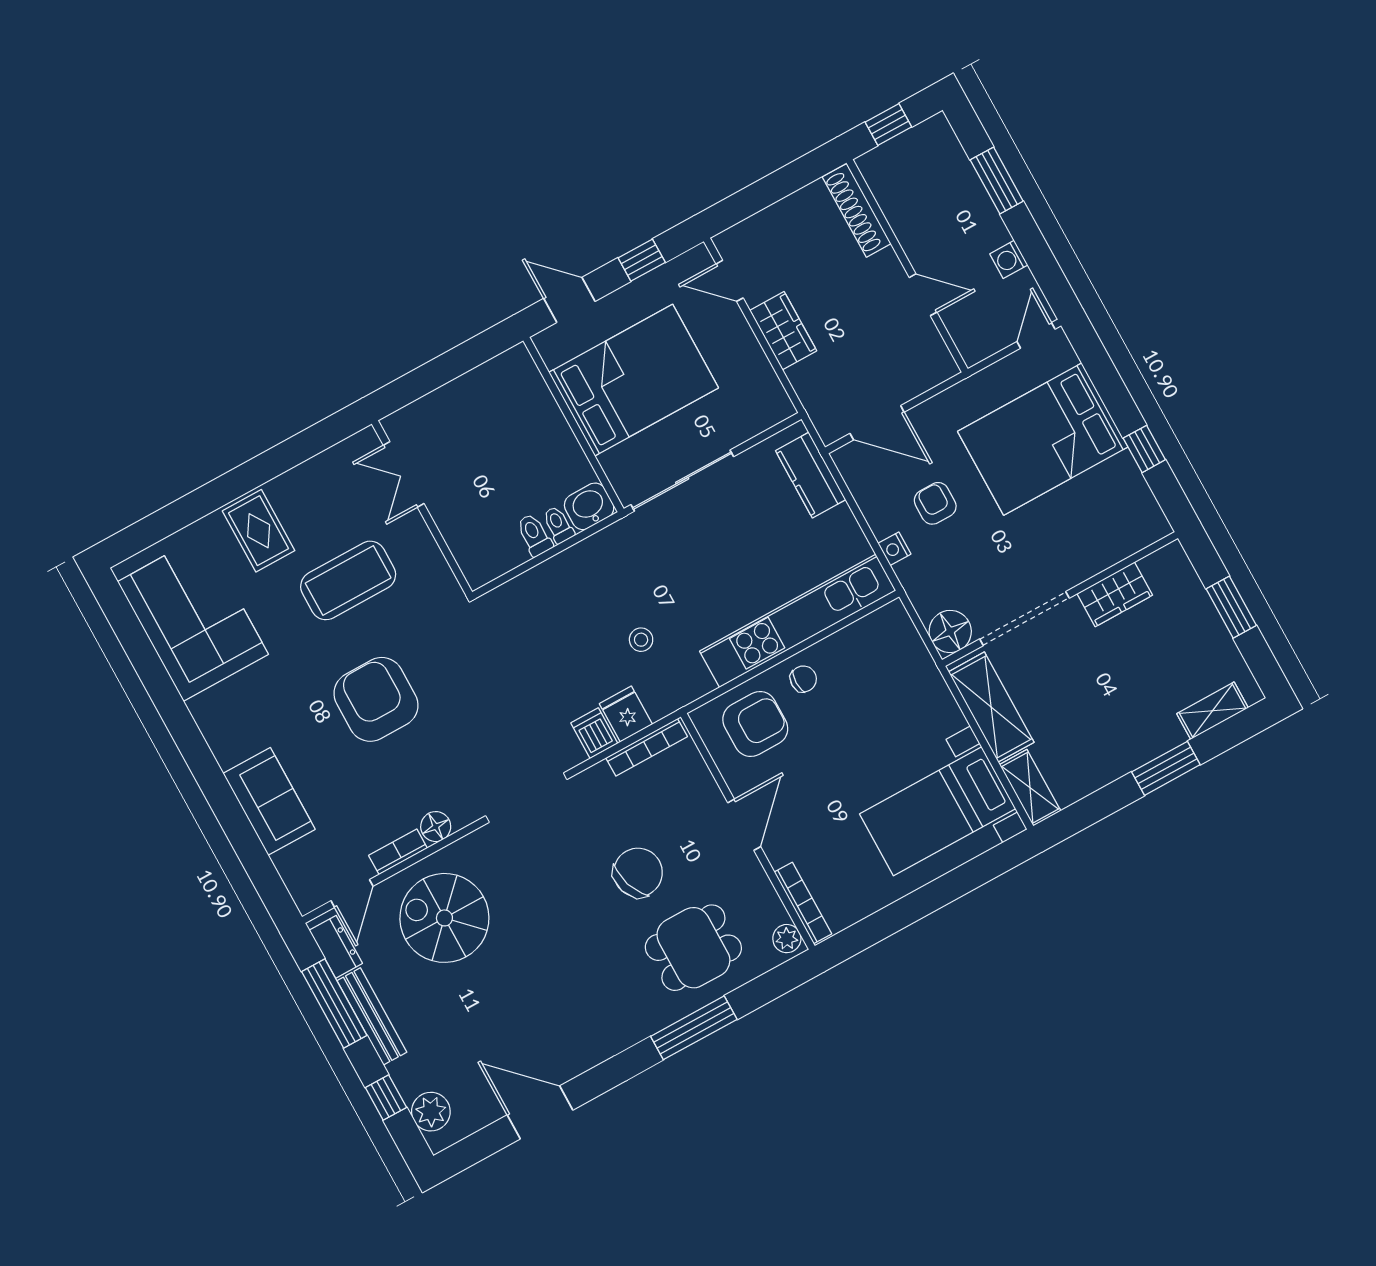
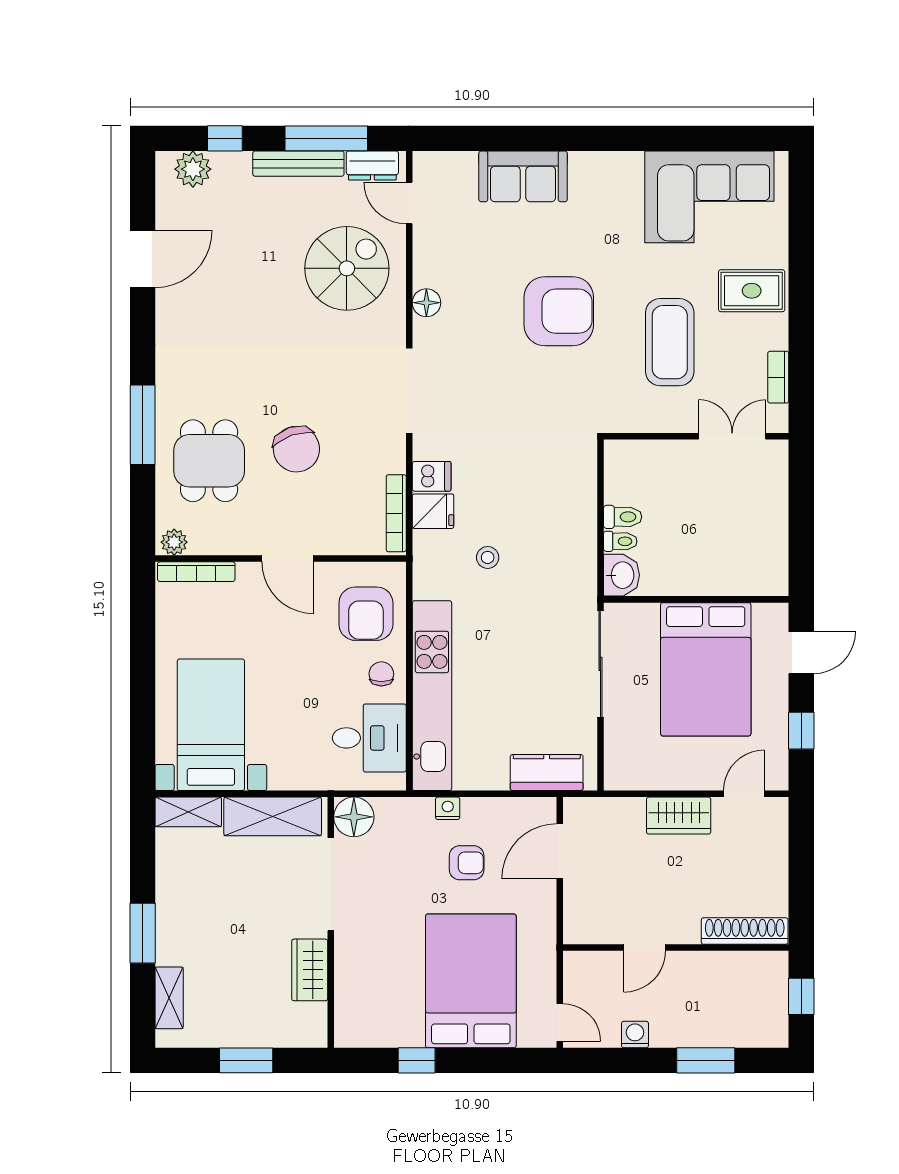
desk: (869, 658) -> (369, 738), added
chair: (803, 679) -> (381, 674), turned 180
bookcase: (398, 852) -> (778, 377), moved, turned 180

